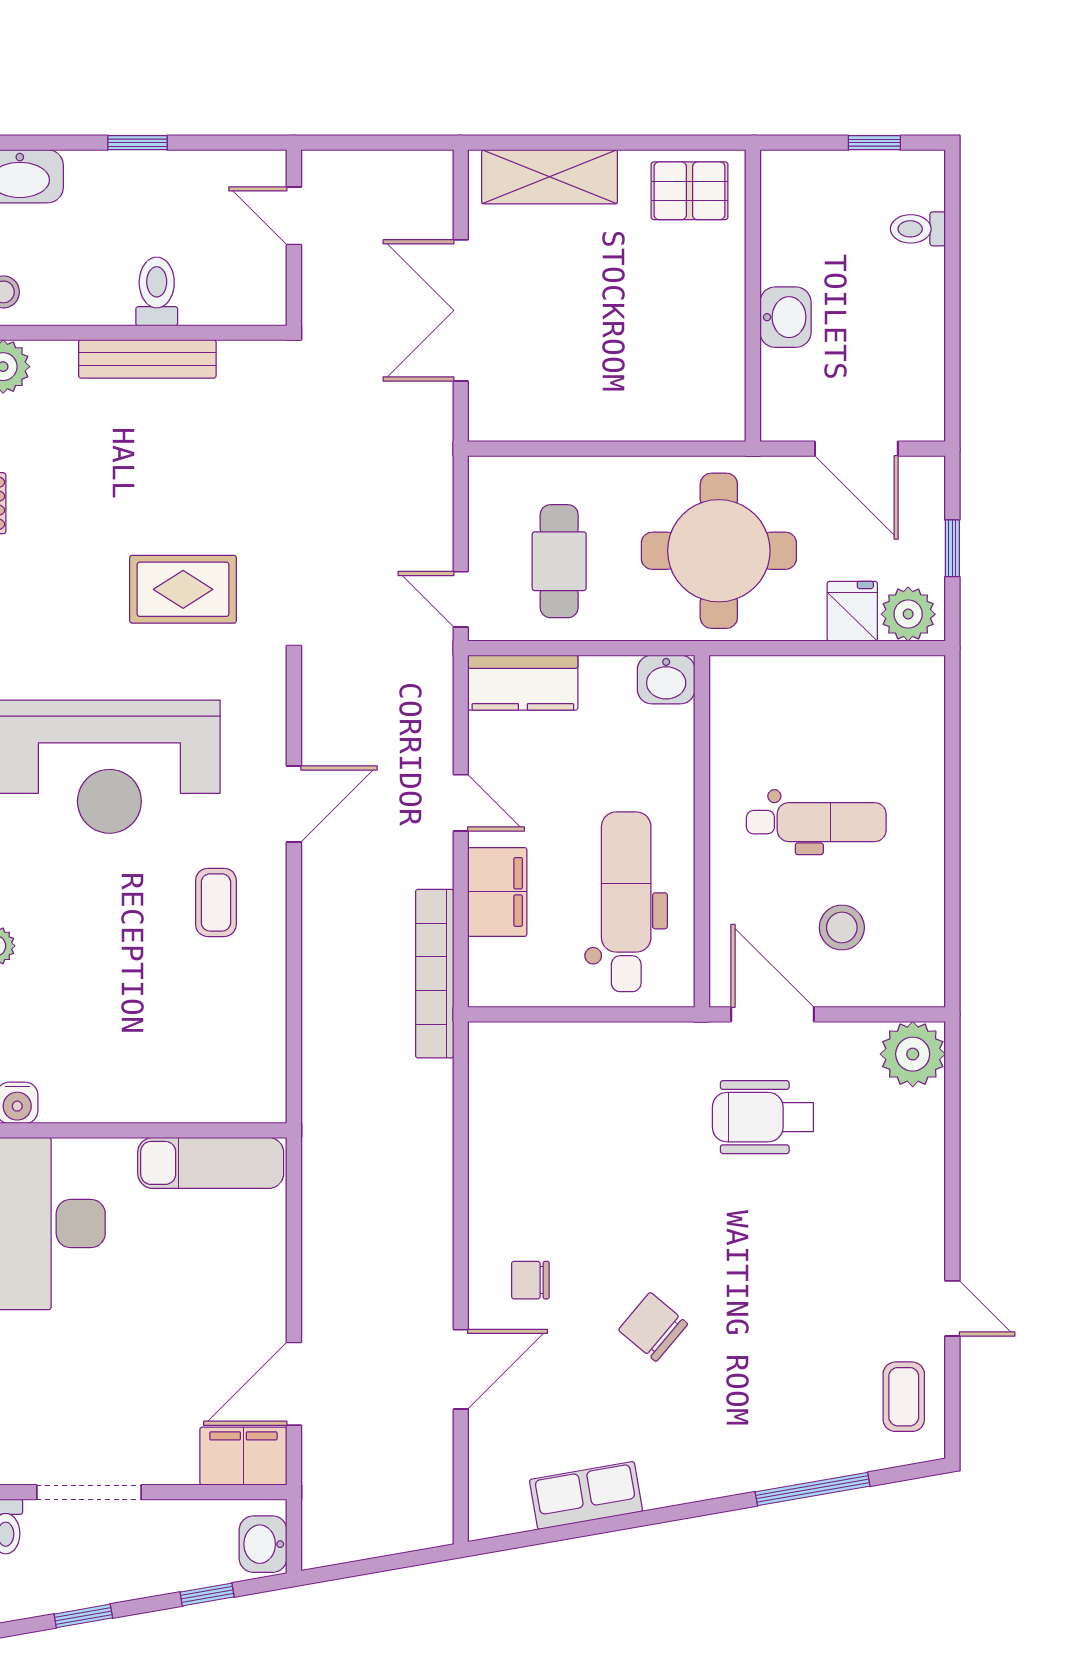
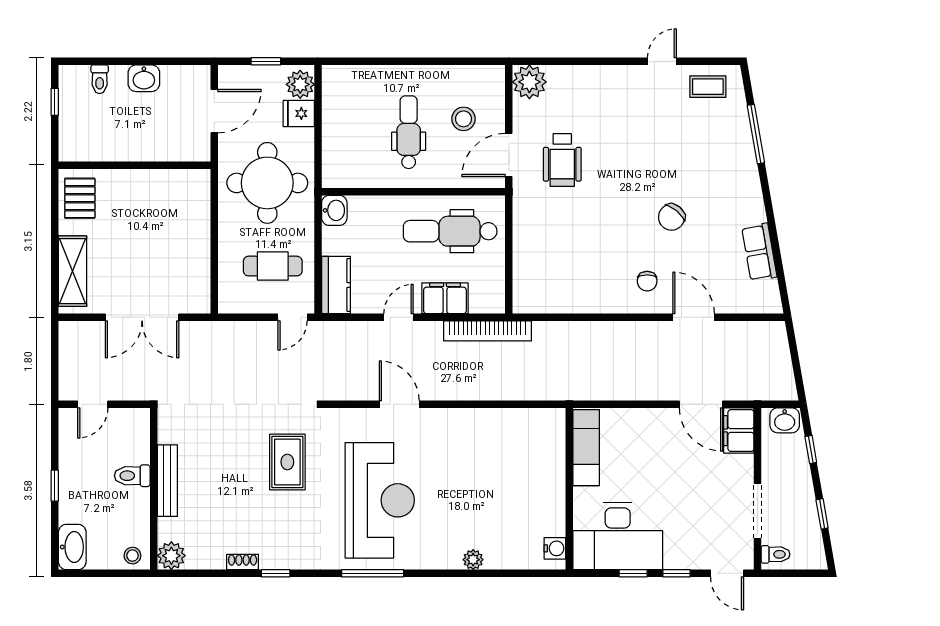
washbasin: (785, 317) -> (144, 78), moved, turned 180
coffee table: (216, 902) -> (450, 445), removed

